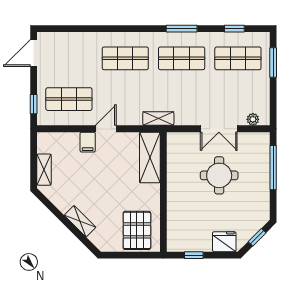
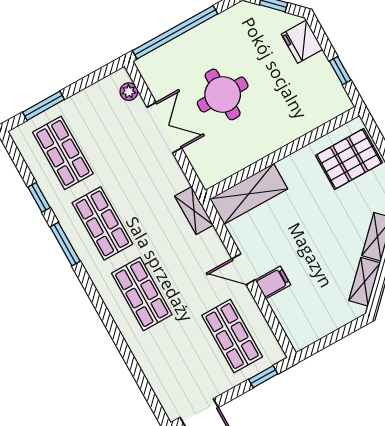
window: (234, 29) -> (39, 197), moved
window: (273, 168) -> (175, 32), width x1.46
shelving: (44, 170) -> (365, 282), moved, turned -45

